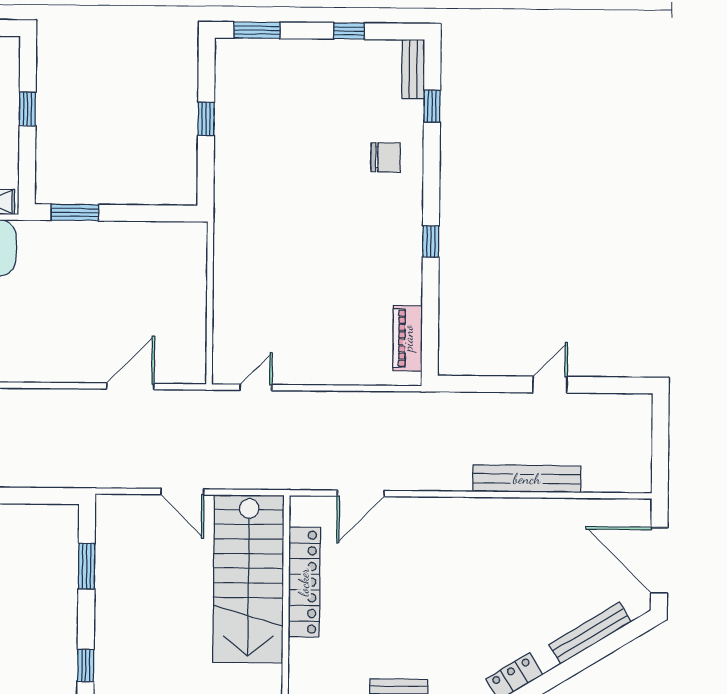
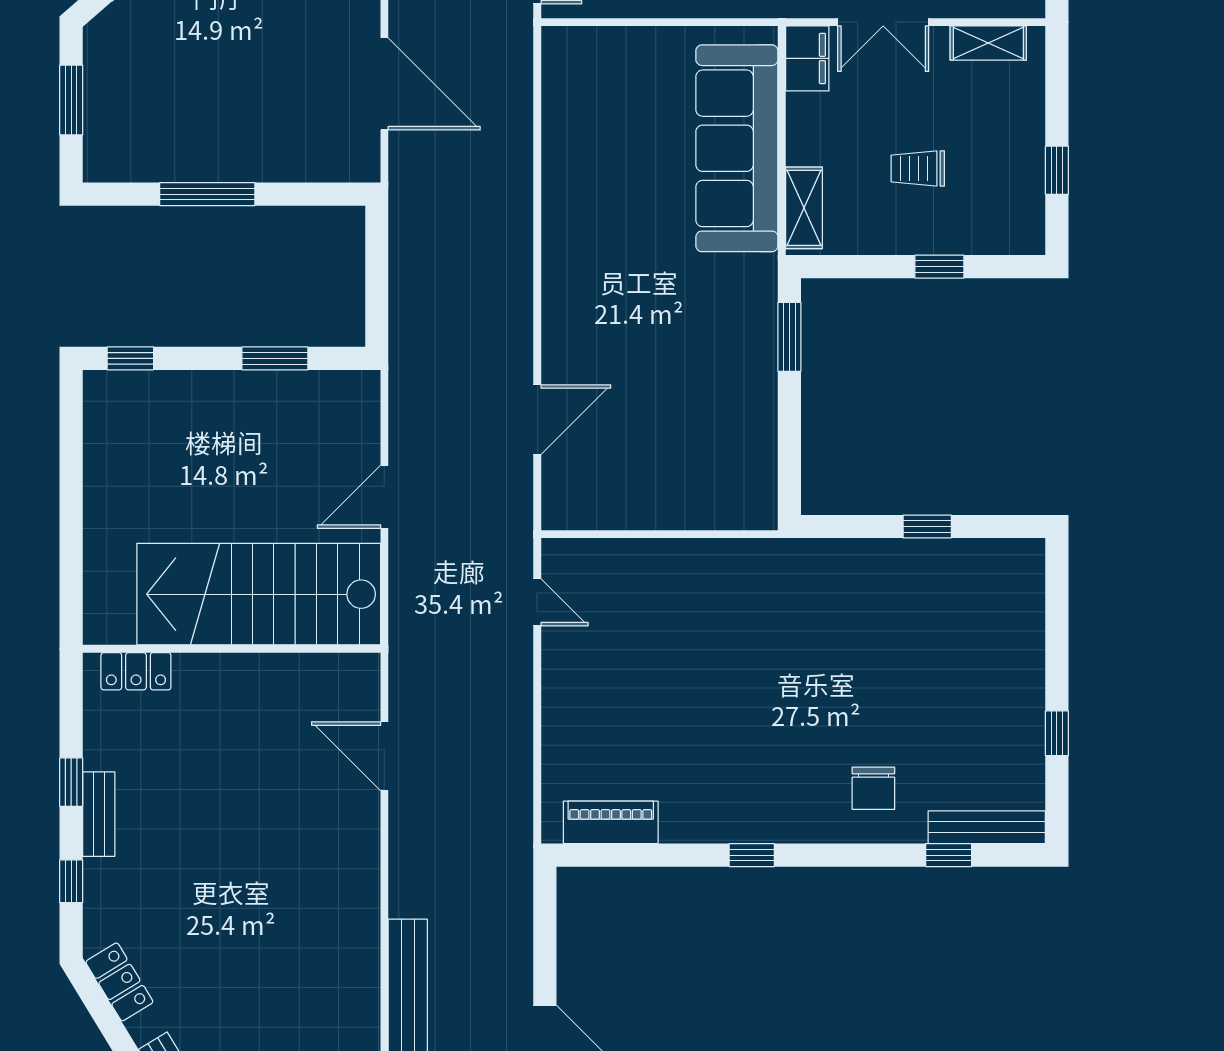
window: (257, 30) -> (1057, 599), removed
bench: (413, 69) -> (987, 827), width x1.36
door: (130, 386) -> (537, 420), hinge flipped
locker: (304, 582) -> (136, 671), moved, width x0.46, depth x0.83

